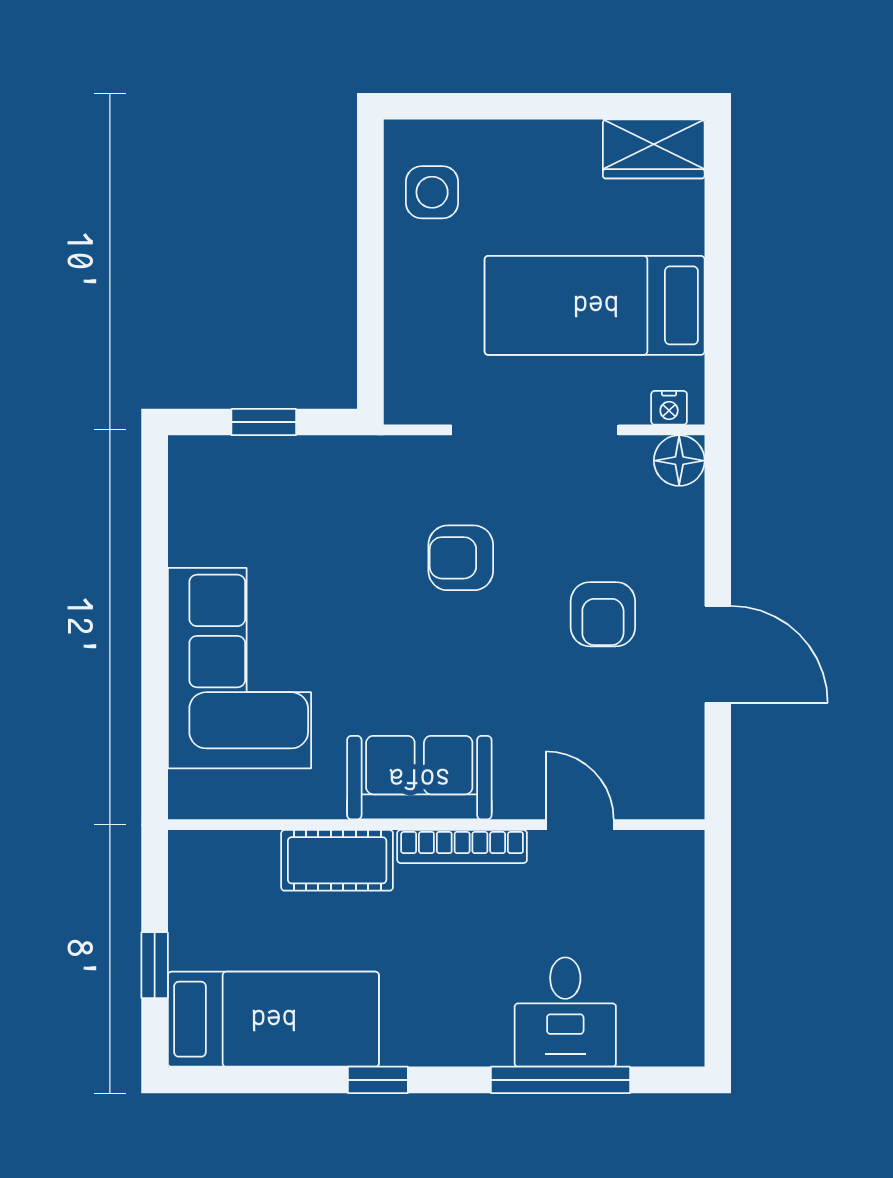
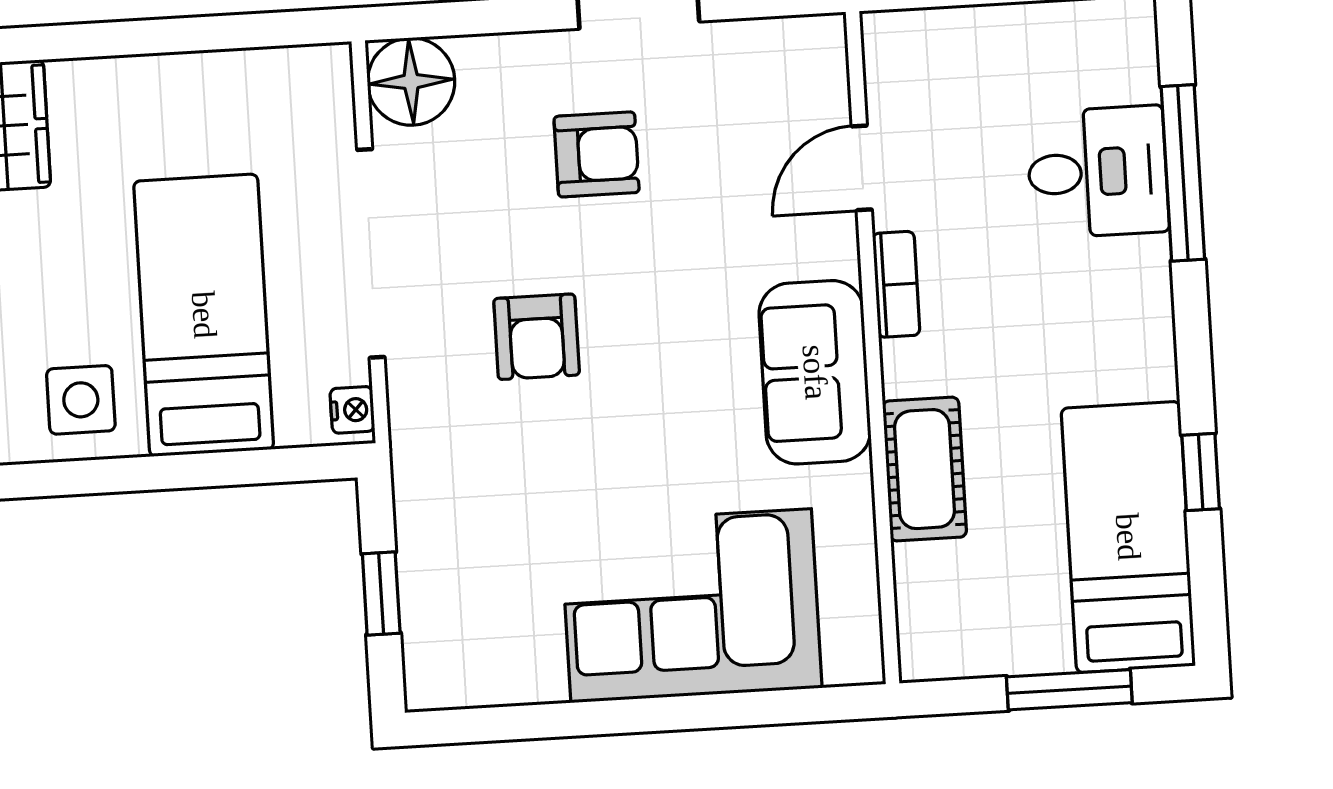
bed: (595, 305) -> (204, 315), moved, turned 180
nightstand: (669, 408) -> (352, 410), moved
floor lamp: (679, 461) -> (411, 82), width x1.38, depth x1.38
bookcase: (462, 847) -> (896, 284), width x0.64
window: (155, 965) -> (1069, 690), width x1.50
window: (378, 1080) -> (1201, 472), moved

